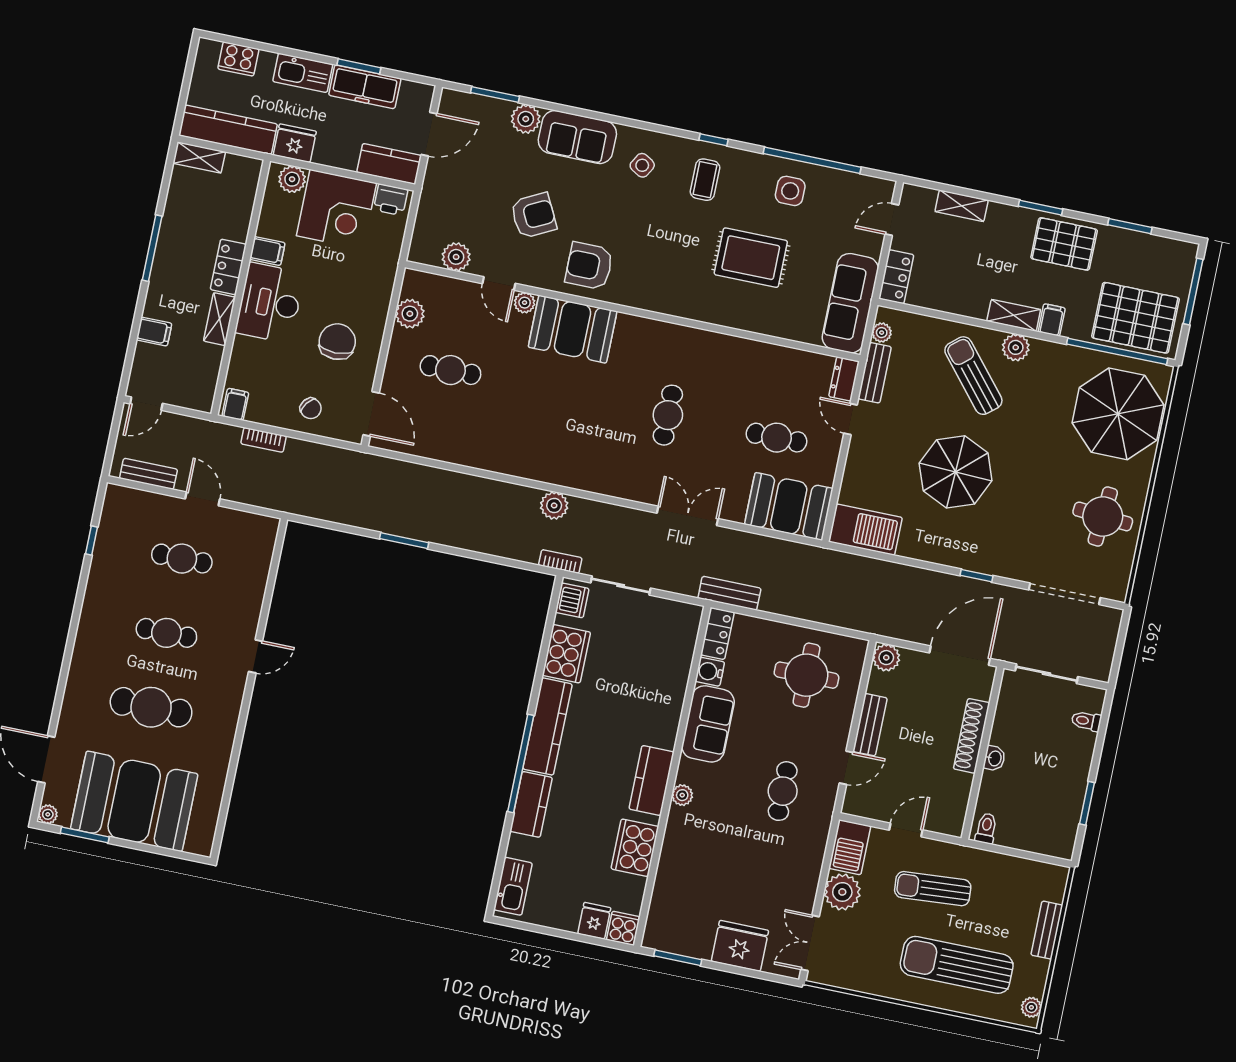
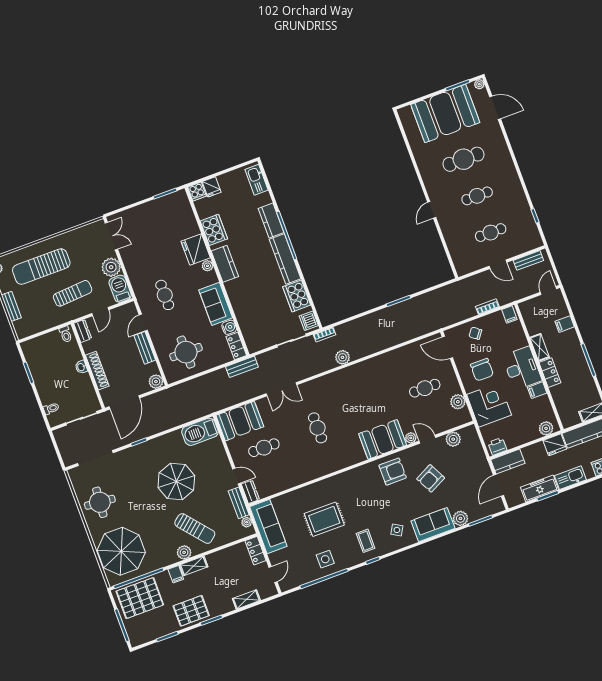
corner desk: (336, 209) -> (489, 405), moved, turned 90
dresser: (955, 816) -> (83, 331), added
fridge: (740, 946) -> (196, 249), moved, turned 90
sun lounger: (957, 965) -> (41, 267), turned 180

